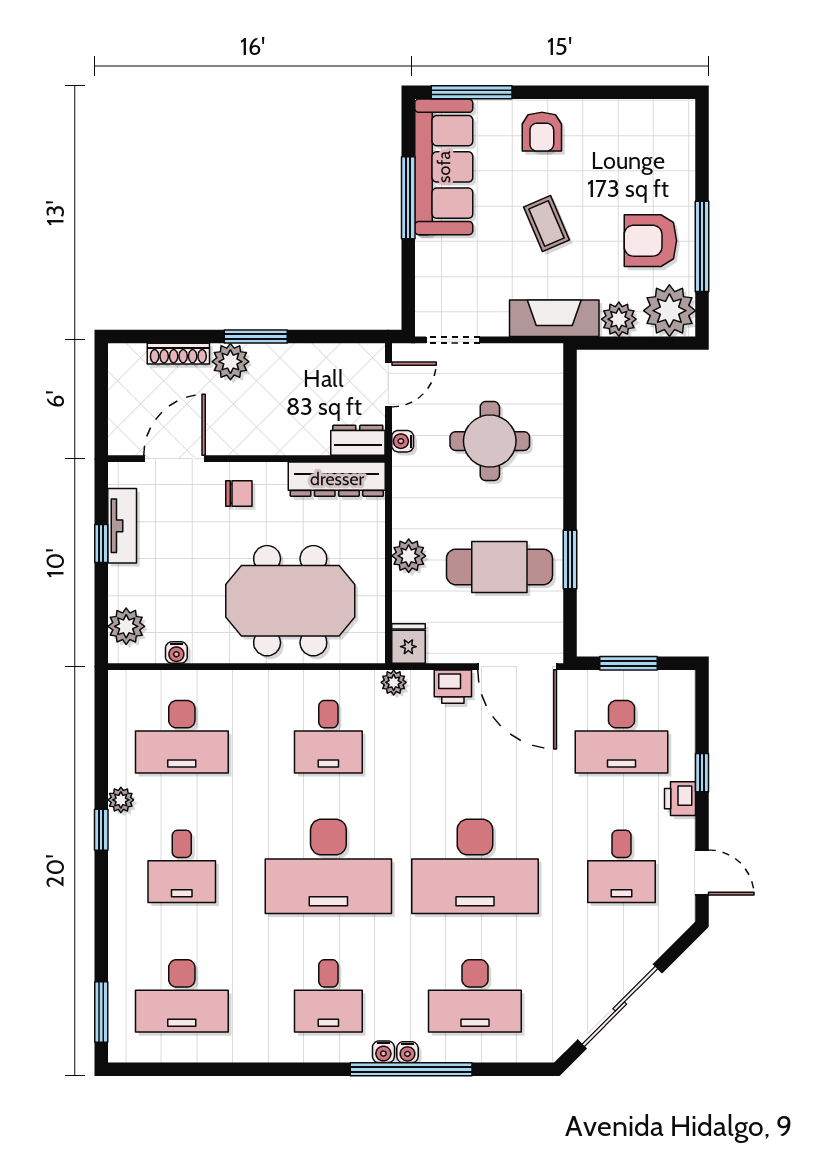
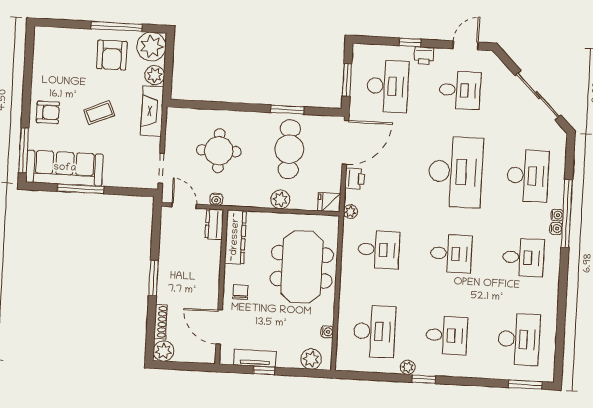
plant: (230, 362) -> (163, 351), moved
desk: (328, 866) -> (451, 254), width x0.53, depth x0.77

